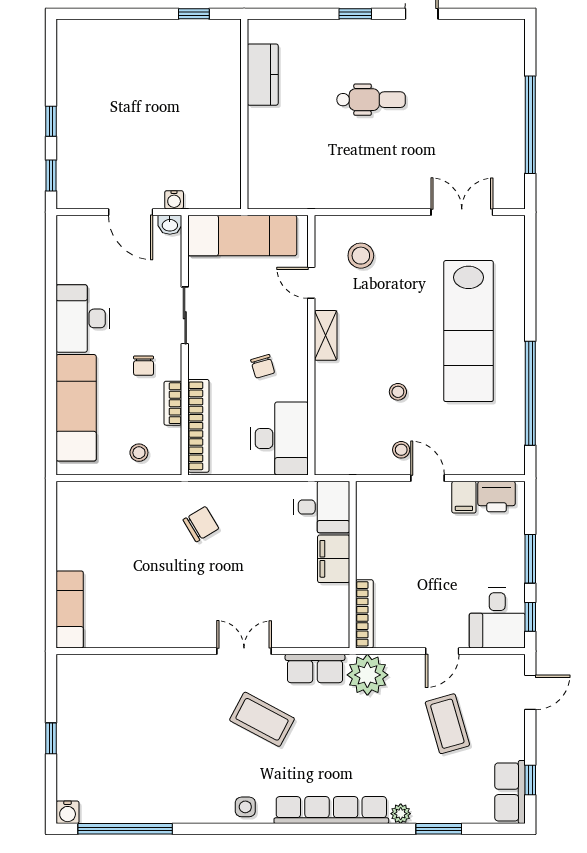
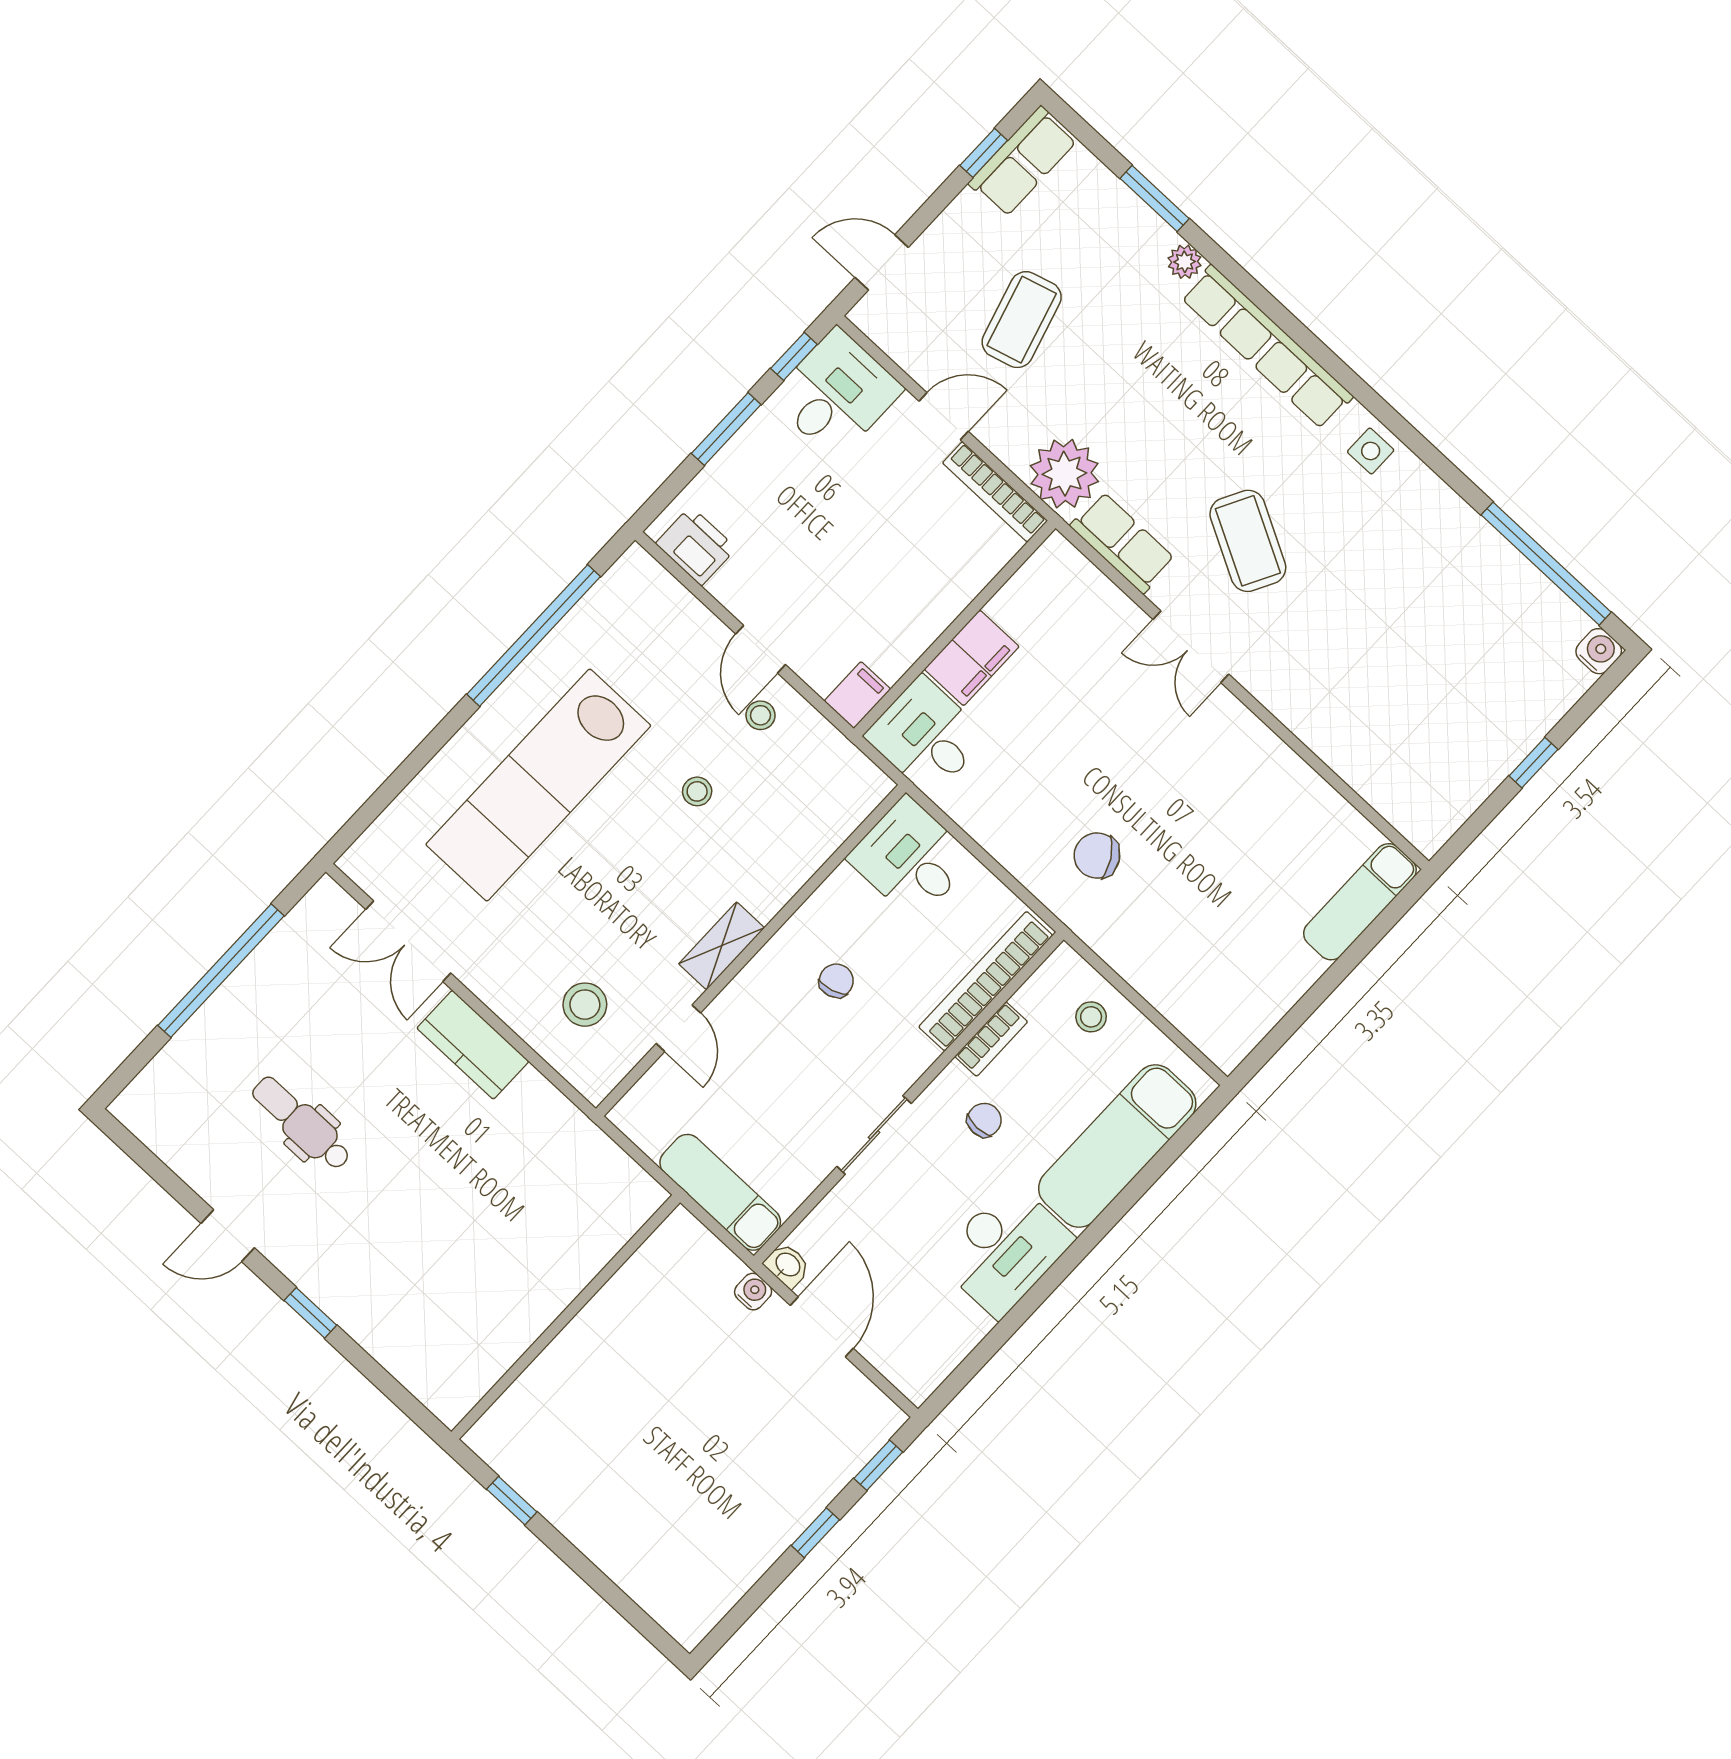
kitchen counter: (263, 75) -> (473, 1045), moved, turned -90
dental chair: (371, 100) -> (301, 1123), moved
exam couch: (242, 236) -> (720, 1192), width x0.73, depth x0.69
lab bench: (469, 331) -> (538, 785), turned 180
desk: (280, 438) -> (911, 859), width x0.73
filing cabinet: (464, 497) -> (857, 695), moved
bookcase: (364, 614) -> (995, 492), moved, turned -90

